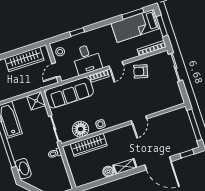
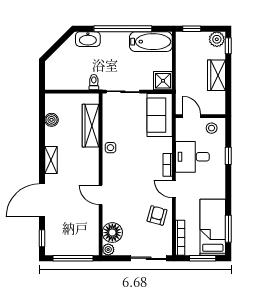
wardrobe: (24, 59) -> (217, 75), width x0.67
sofa: (69, 93) -> (160, 115), width x0.73
plant: (179, 100) -> (108, 250), added
floor lamp: (80, 129) -> (112, 233), moved
boiler: (108, 171) -> (51, 120), moved

